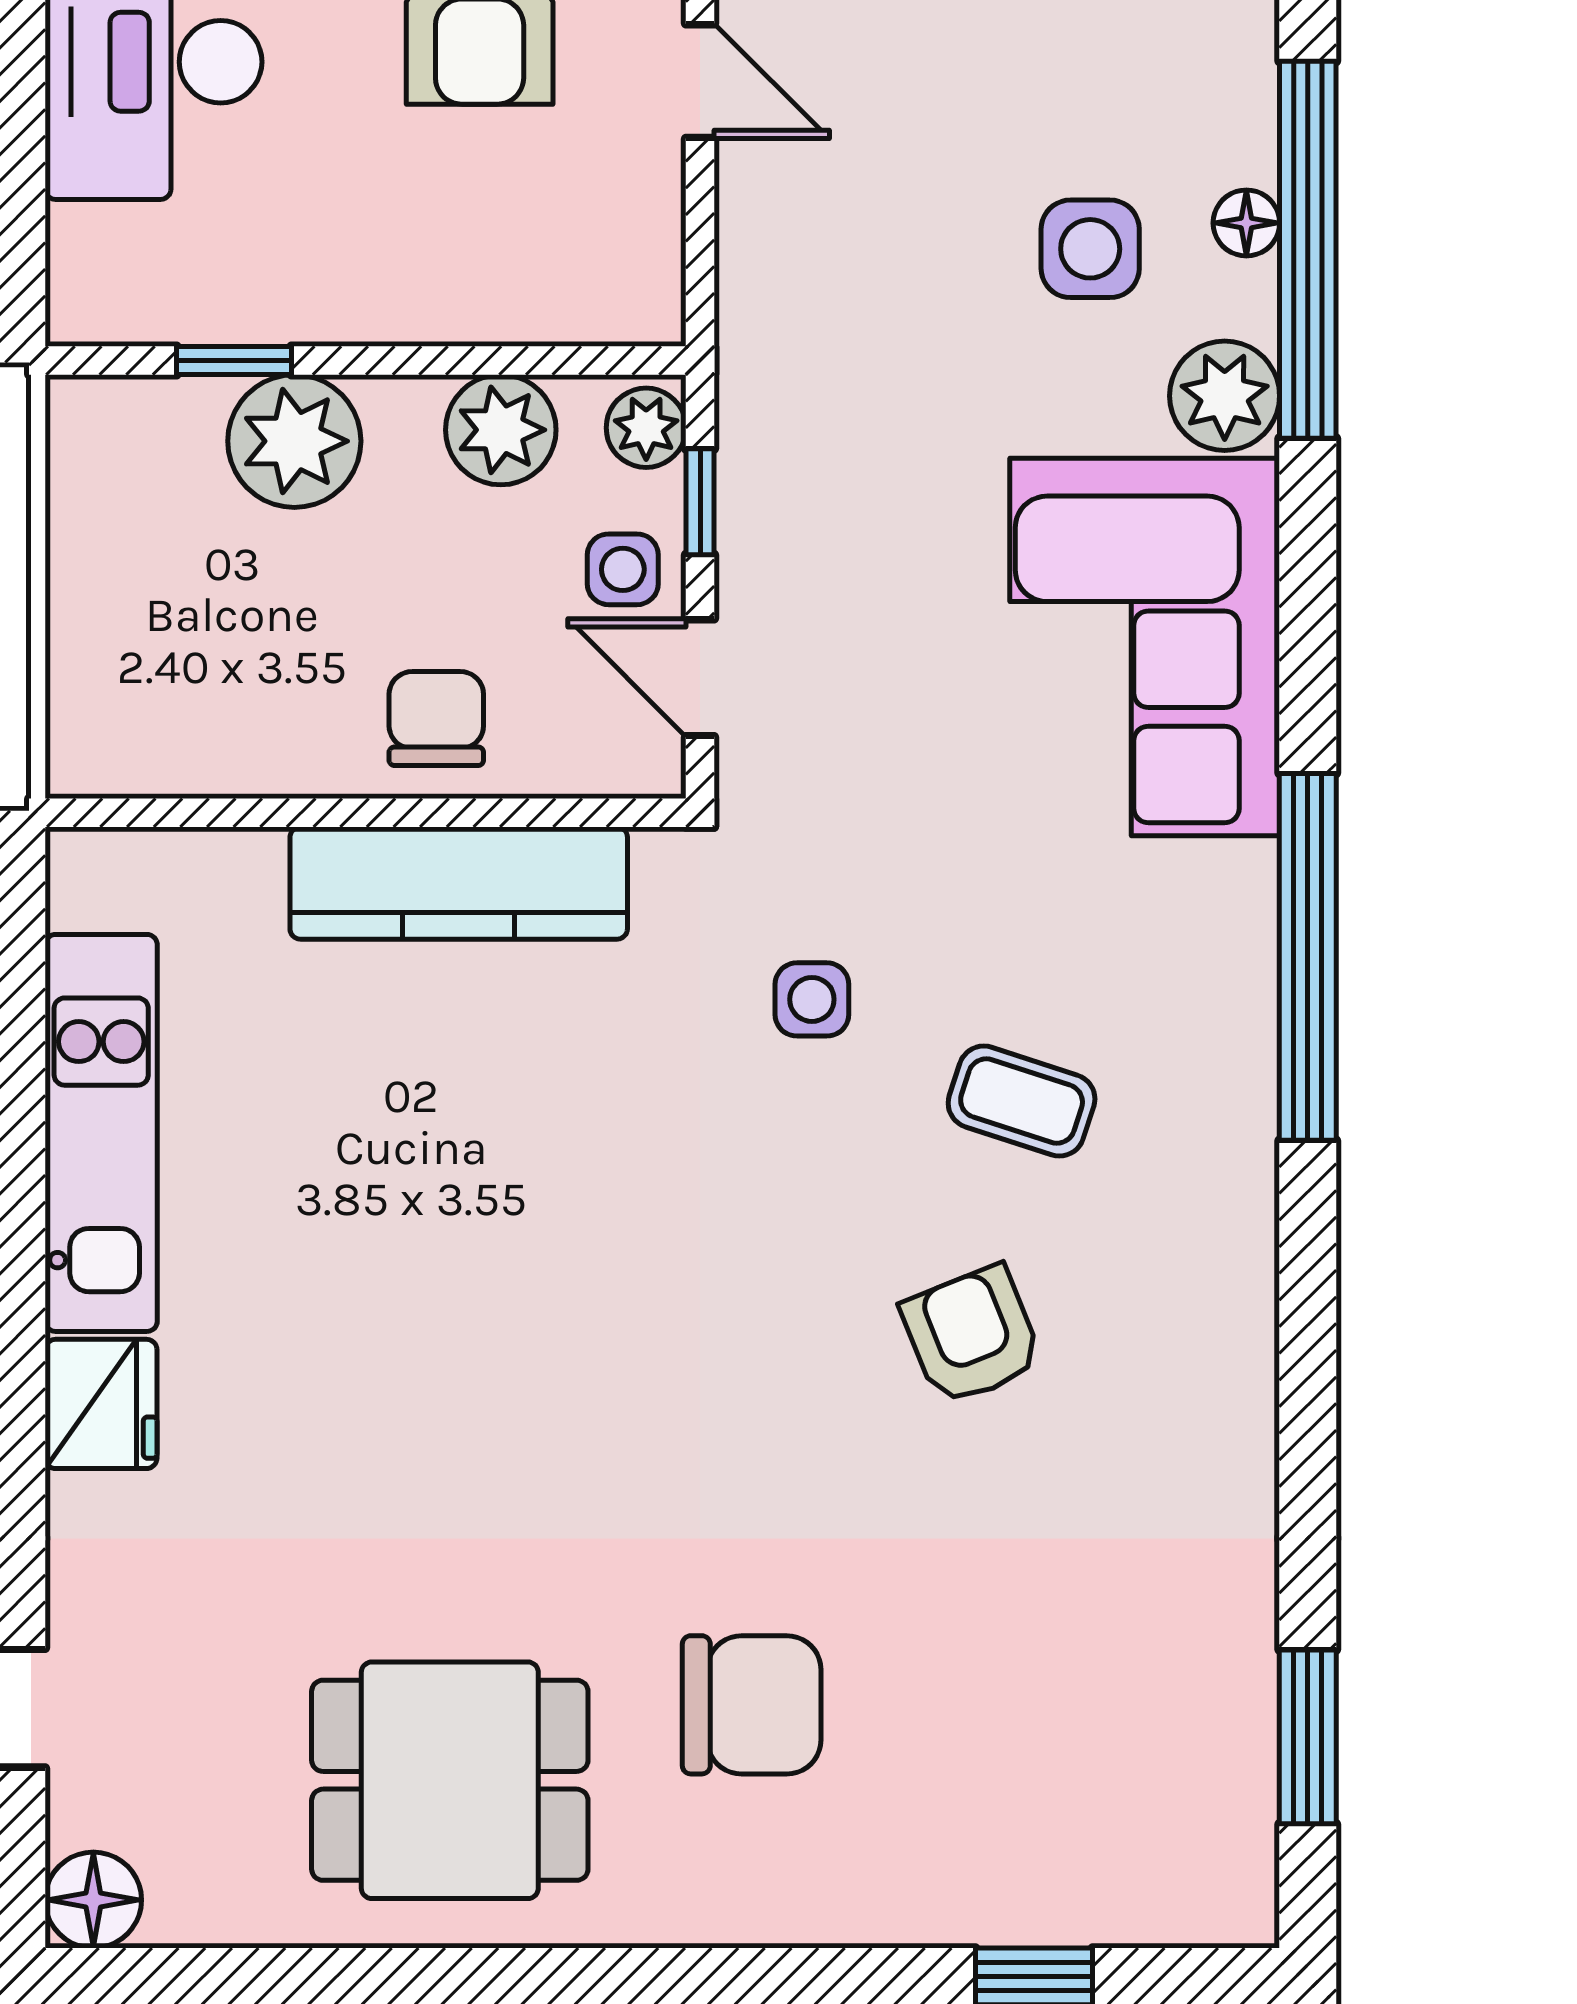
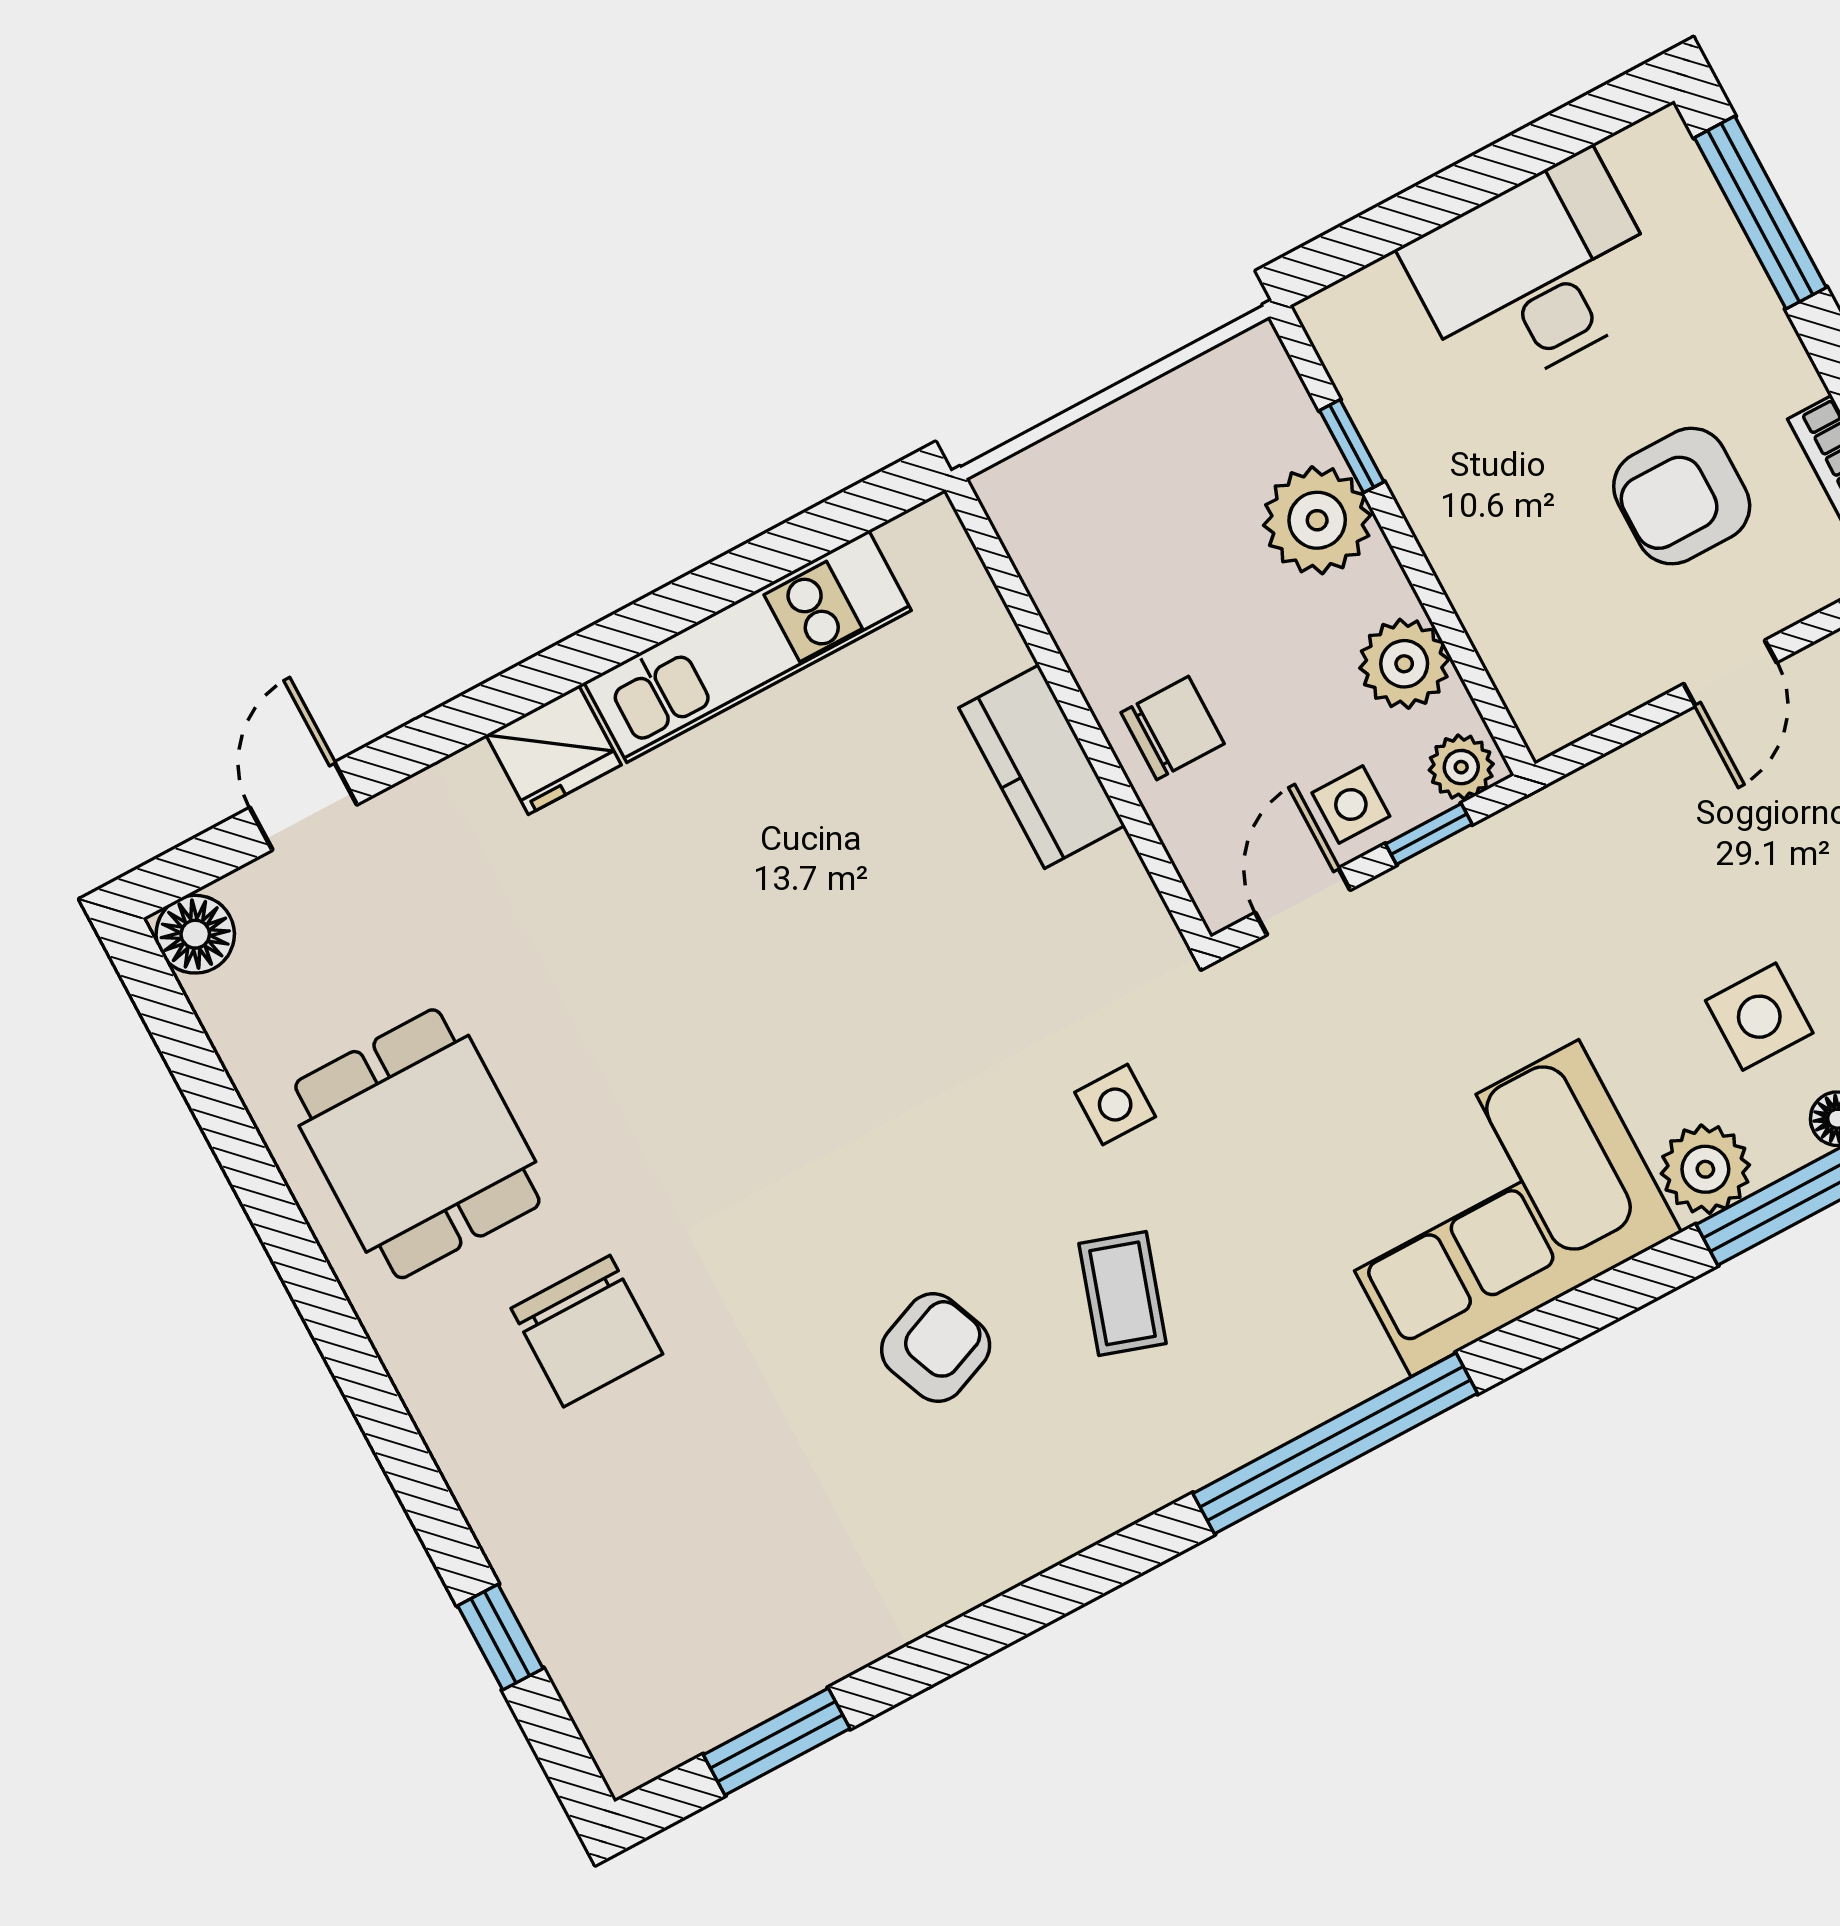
kitchen counter: (459, 883) -> (1042, 767), width x0.67

